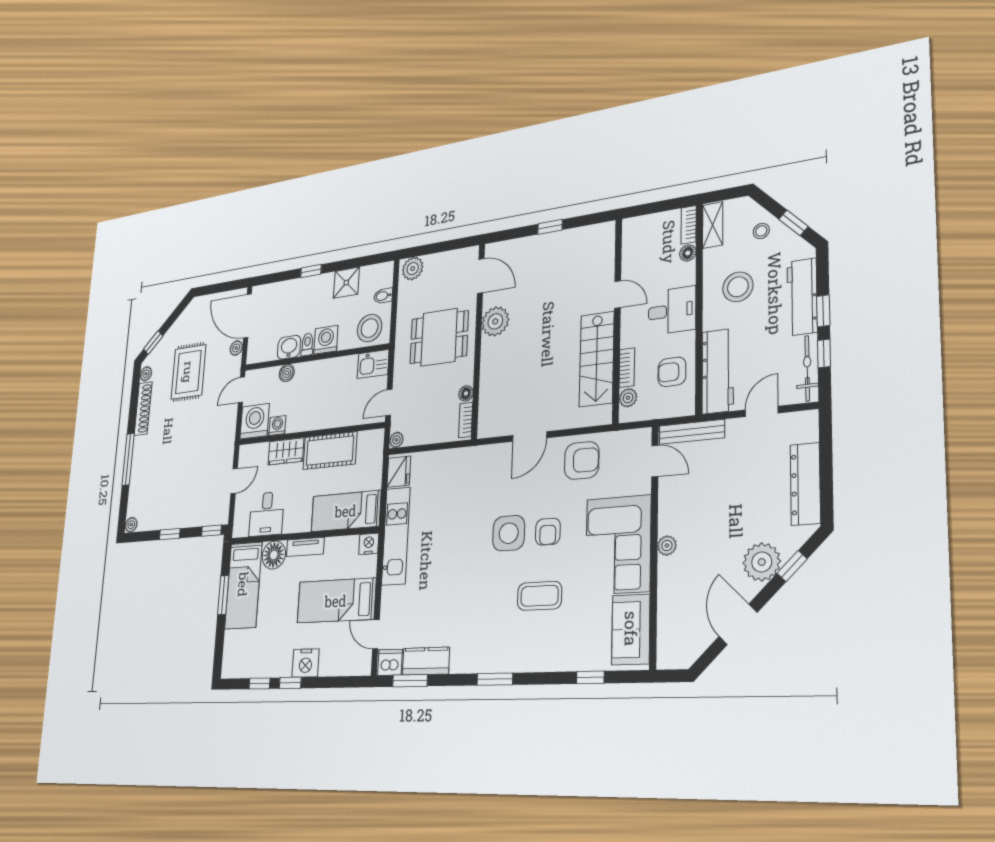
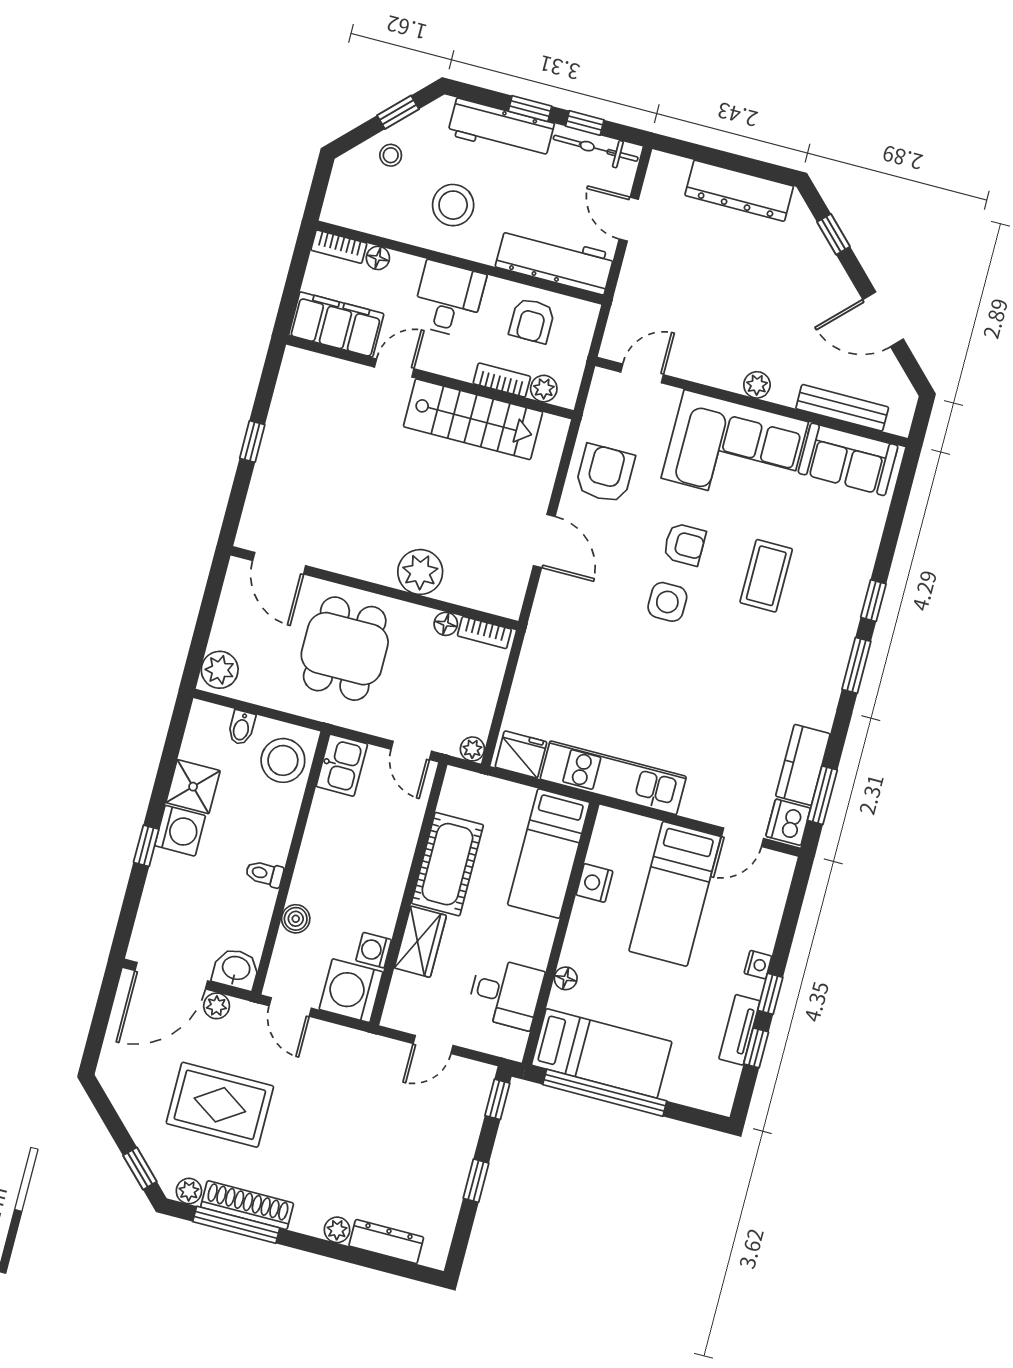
shelving: (713, 225) -> (354, 215), removed
filing cabinet: (637, 246) -> (336, 324), added
door: (481, 276) -> (279, 563), swing flipped
plant: (495, 321) -> (420, 572), moved
washing machine: (326, 340) -> (180, 831), moved, turned 180
washbasin: (289, 347) -> (236, 969), moved, turned 90
bench: (692, 432) -> (842, 408), moved, turned 90
window: (128, 459) -> (236, 1225), moved
door: (234, 481) -> (433, 1044), swing flipped
dresser: (135, 494) -> (386, 1242), added
plant: (131, 525) -> (337, 1230), moved
side table: (509, 533) -> (667, 602), width x0.73, depth x0.73
nightstand: (369, 544) -> (594, 883), moved
tv unit: (305, 547) -> (739, 1030), moved, turned 180
floor lamp: (274, 555) -> (566, 978), width x0.53, depth x0.53
plant: (762, 562) -> (817, 270), removed
window: (223, 595) -> (605, 1093), width x2.11
nightstand: (306, 663) -> (758, 965), width x0.53, depth x0.56
window: (590, 677) -> (873, 601), moved

